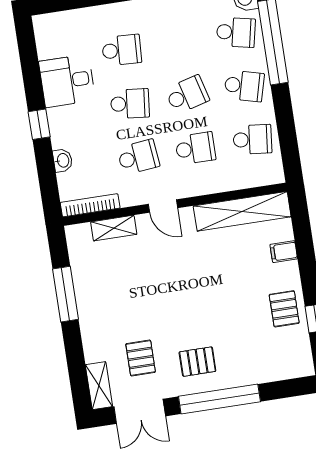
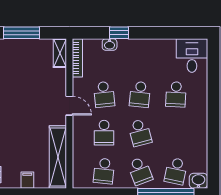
desk: (67, 81) -> (192, 55), moved
school desk: (244, 86) -> (140, 171), turned -36
window: (39, 124) -> (119, 33), moved
door: (163, 206) -> (69, 106), swing flipped
shelving: (114, 228) -> (60, 53), moved

